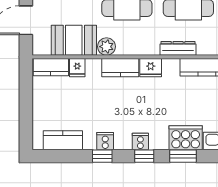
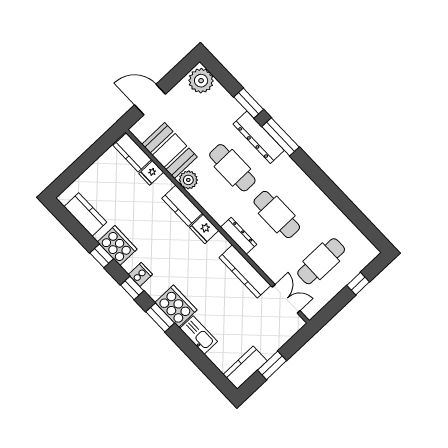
cooker: (105, 141) -> (117, 245), width x1.87, depth x1.31

